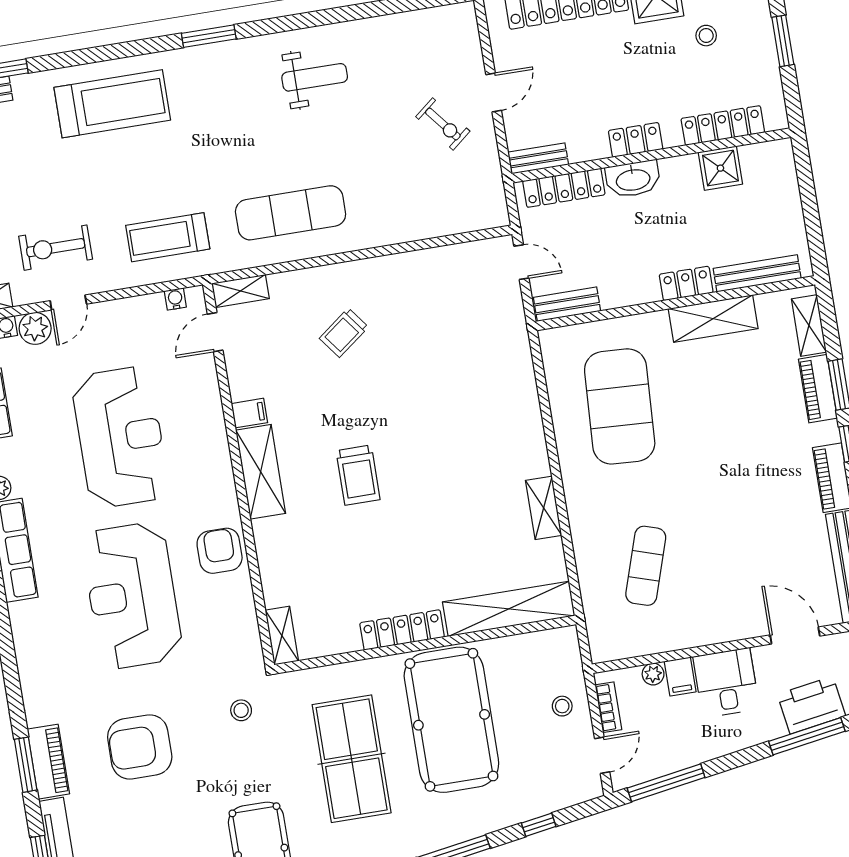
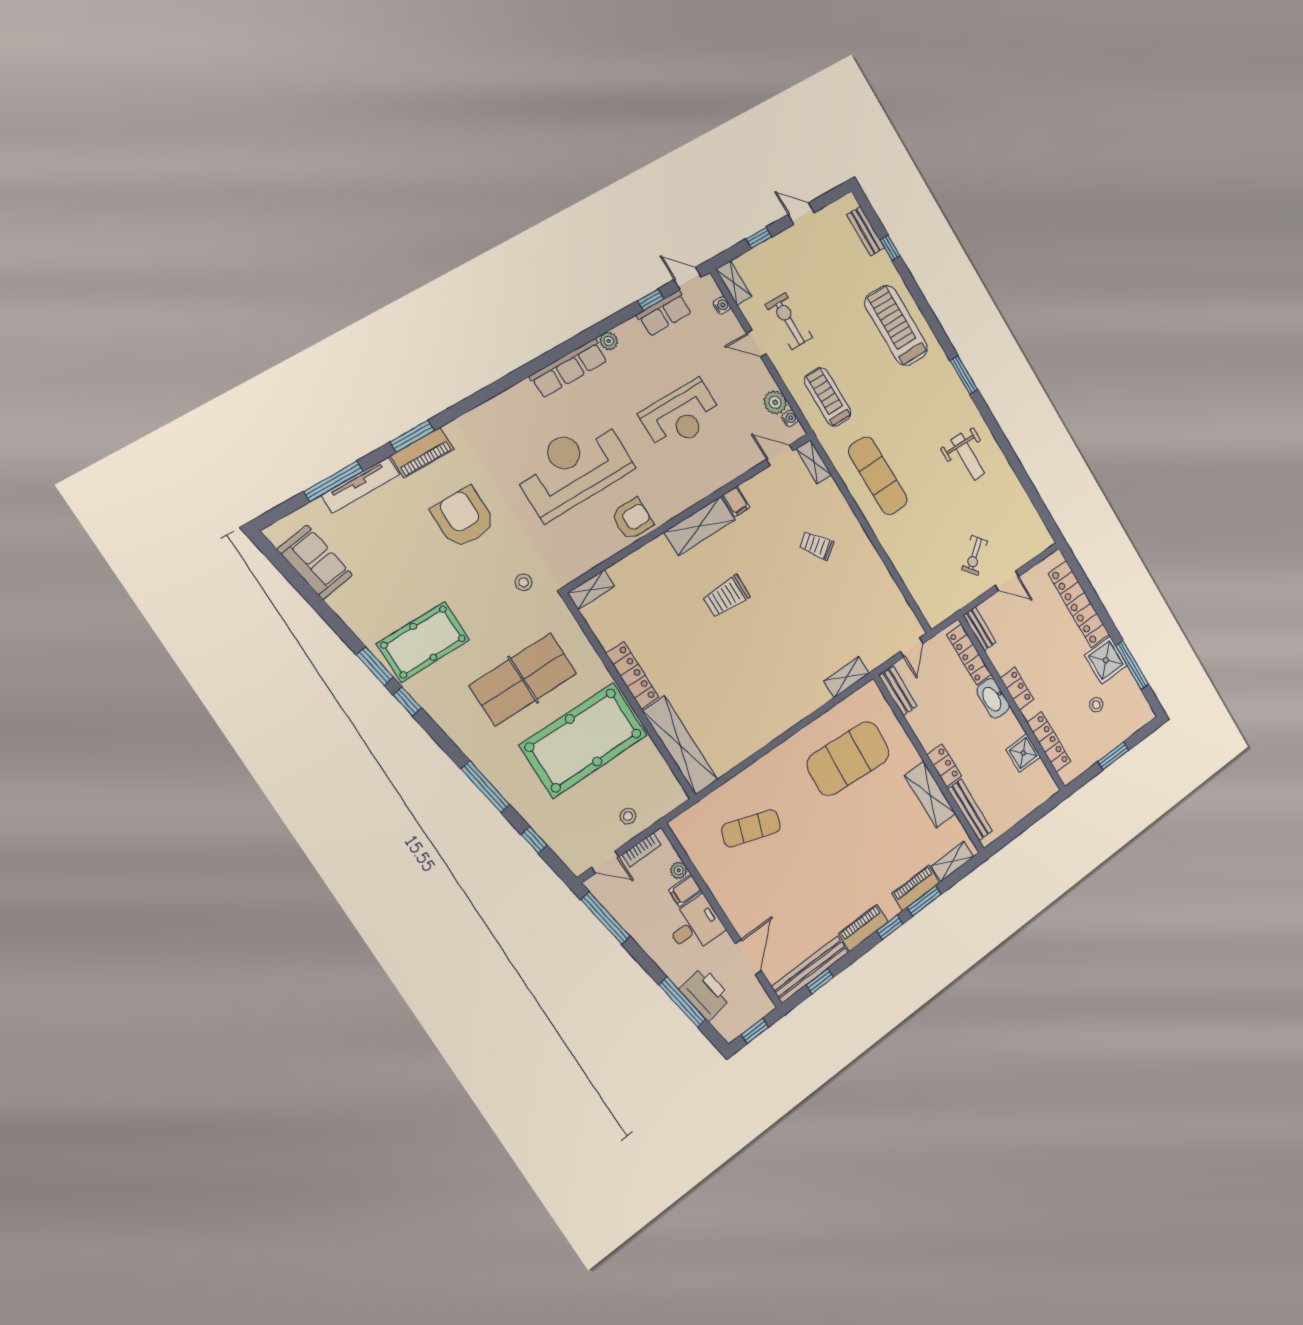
treadmill: (112, 104) -> (896, 325), turned 180
plant: (35, 328) -> (775, 402), moved
reception desk: (120, 437) -> (681, 416), width x0.74, depth x0.77
shelving: (544, 508) -> (847, 677), moved

